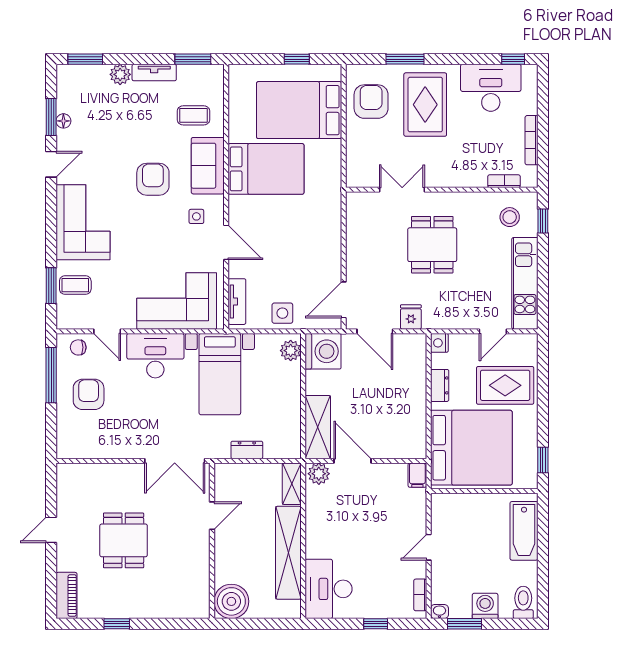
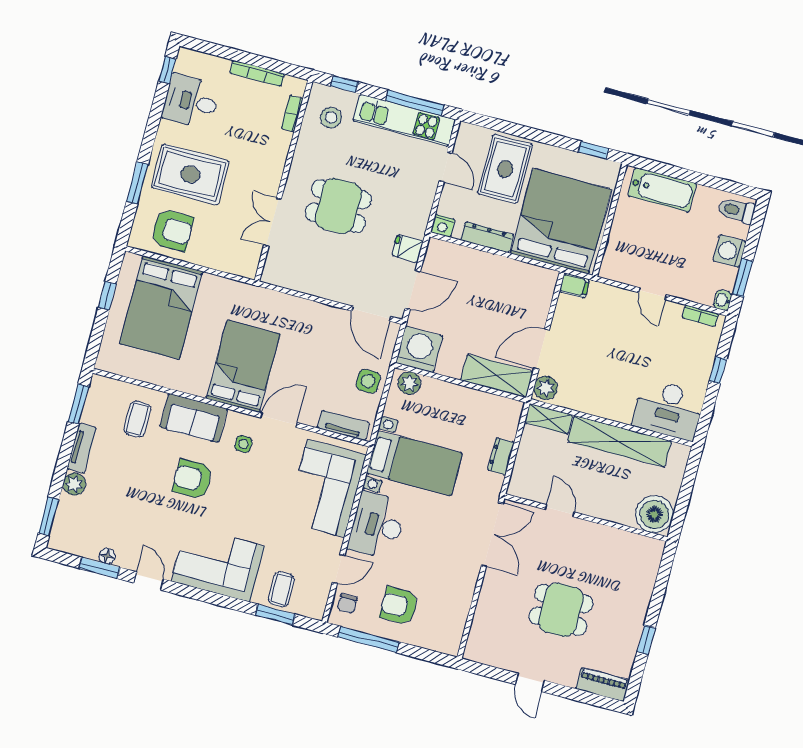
desk: (491, 88) -> (191, 101), width x0.73
armchair: (371, 102) -> (172, 230), turned 180
bed: (266, 169) -> (243, 366), moved
window: (543, 289) -> (415, 103), added
dresser: (440, 385) -> (487, 237), width x1.44

